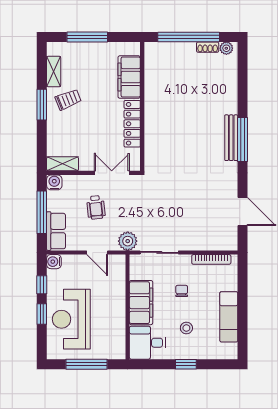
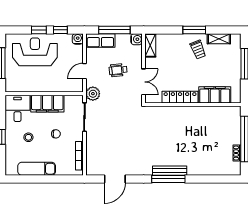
plant: (226, 48) -> (236, 167), removed

